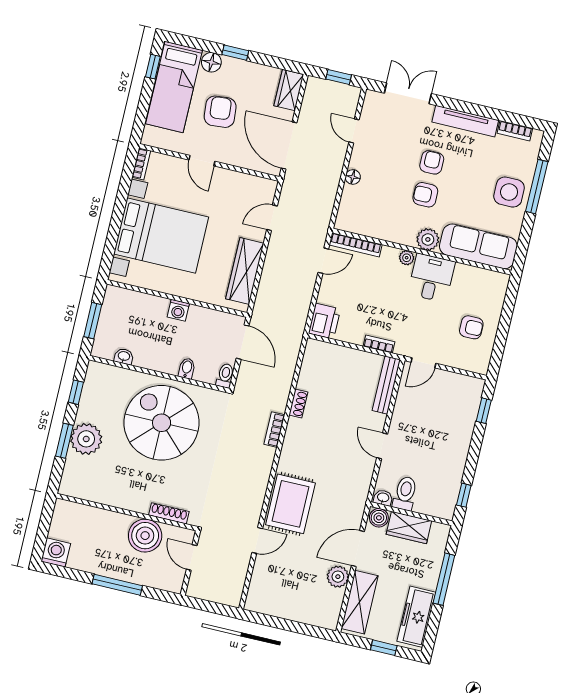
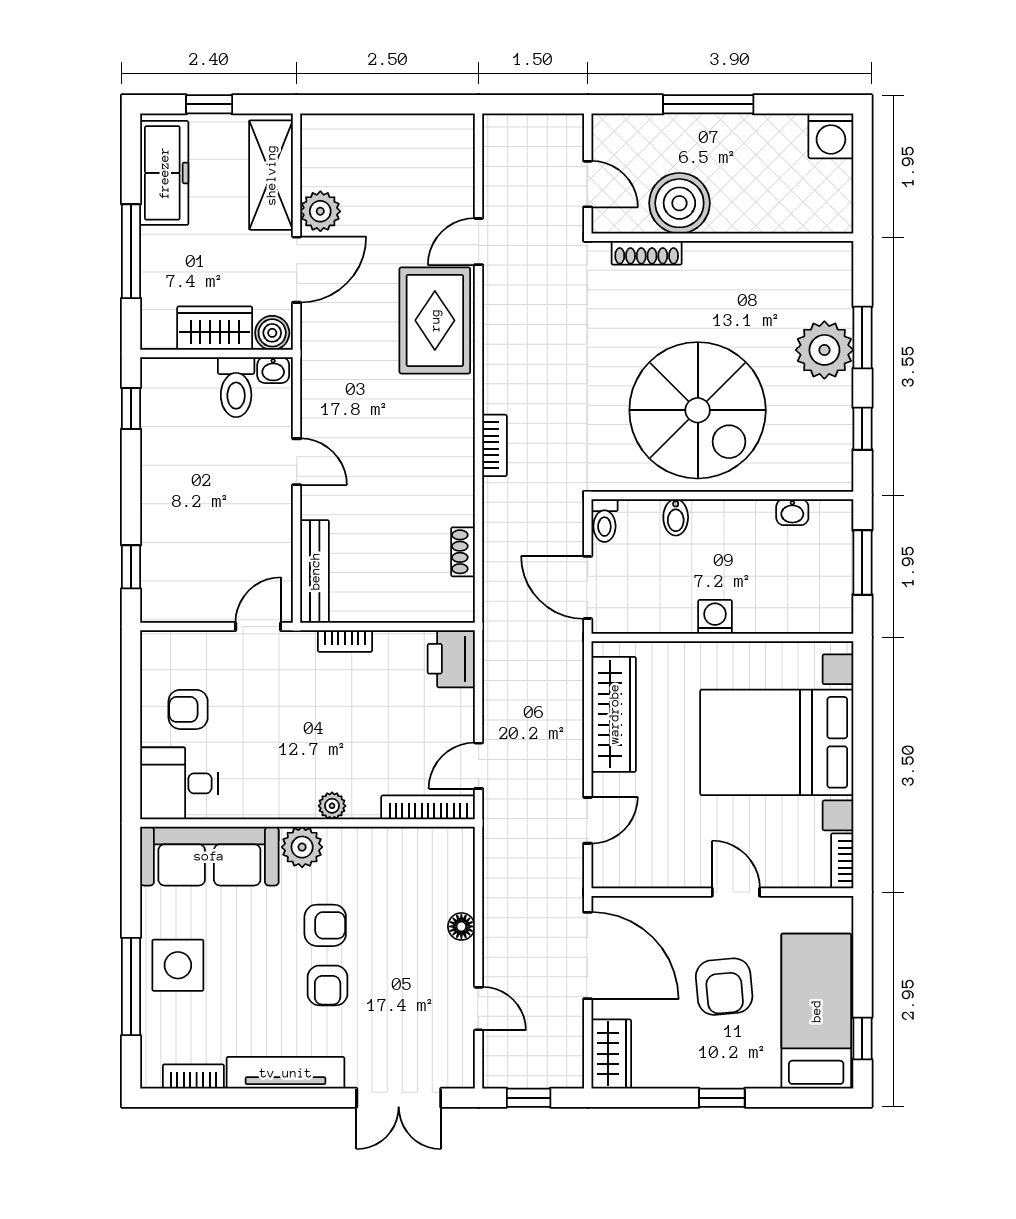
floor lamp: (211, 62) -> (760, 1071), removed
desk: (431, 278) -> (179, 783), moved, turned 90
shoe rack: (298, 404) -> (463, 552), moved

